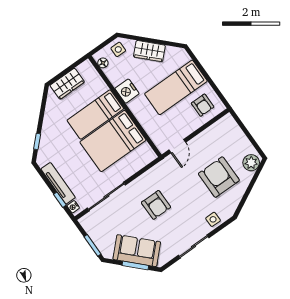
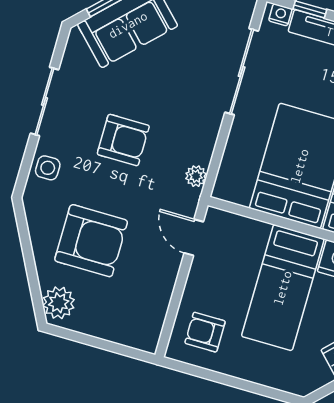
bed: (176, 87) -> (283, 288), moved, turned 180
plant: (157, 170) -> (196, 176), added
armchair: (156, 205) -> (123, 140), moved, turned 180

